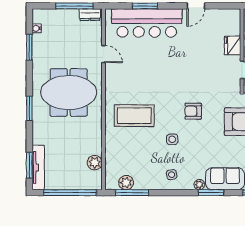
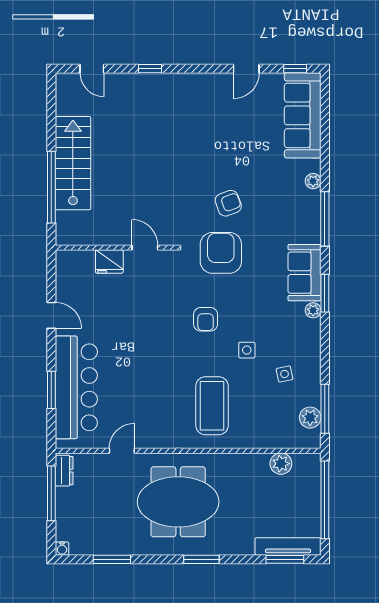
water cooler: (37, 28) -> (62, 549), moved
meeting table: (69, 92) -> (178, 502), turned 90
side table: (172, 175) -> (285, 374), moved

